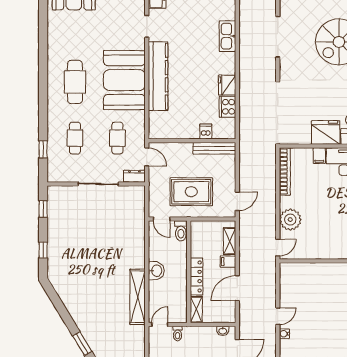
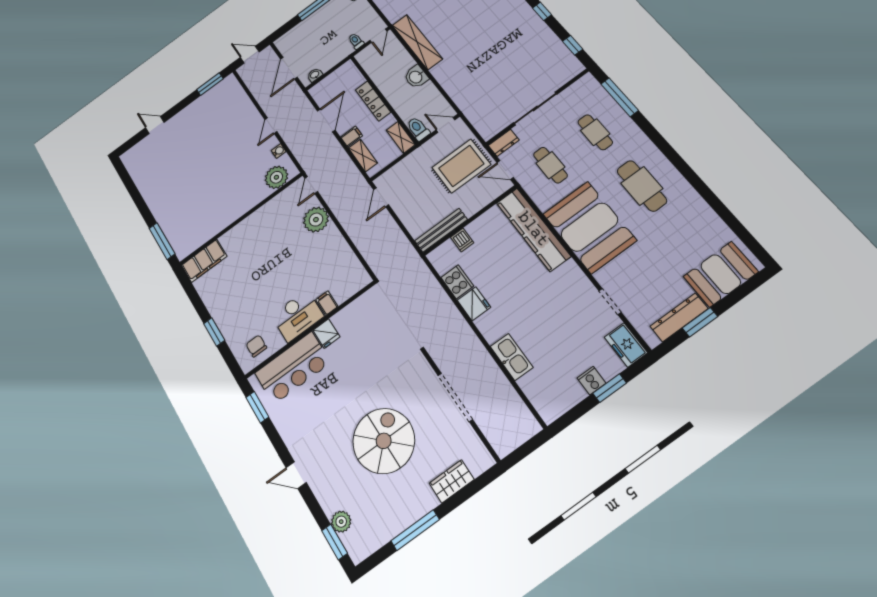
kitchen counter: (158, 76) -> (533, 229), moved
fridge: (326, 133) -> (326, 334), width x0.53, depth x0.75
window: (43, 149) -> (620, 97), width x2.17
bookcase: (285, 172) -> (352, 261), removed
rug: (191, 192) -> (461, 166), moved
plant: (298, 273) -> (276, 177), added
shelving: (196, 310) -> (401, 137), moved
water cooler: (284, 334) -> (279, 151), moved

